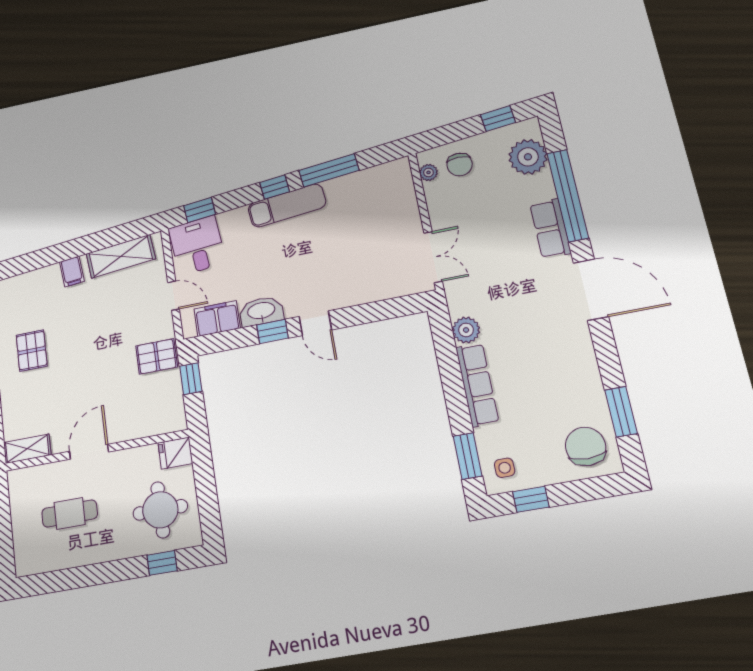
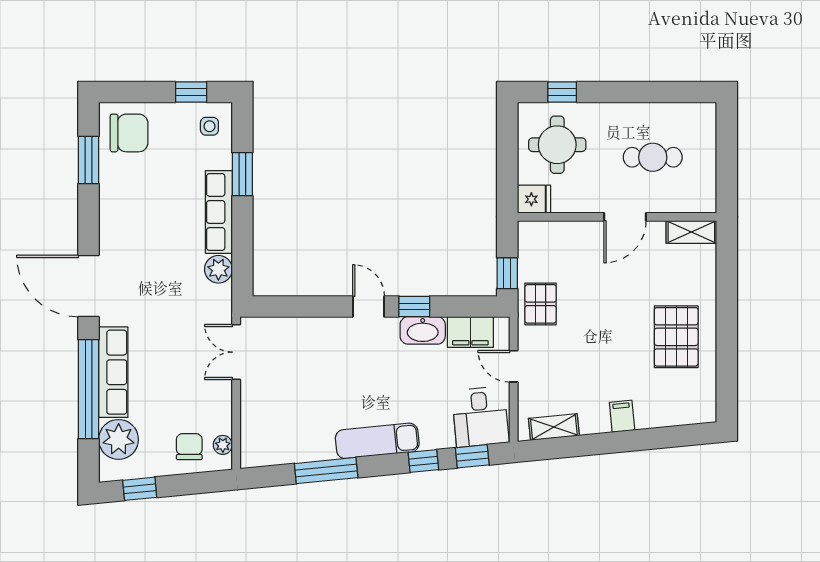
window: (275, 187) -> (423, 461), moved
row of seats: (550, 228) -> (113, 372), width x1.48
shelving: (121, 256) -> (554, 427), width x0.67, depth x0.75
pallet: (32, 351) -> (676, 337), width x1.50, depth x1.42
pallet: (157, 356) -> (540, 304), turned 90
chair: (586, 446) -> (129, 133), turned -90
window: (468, 456) -> (242, 174), moved

